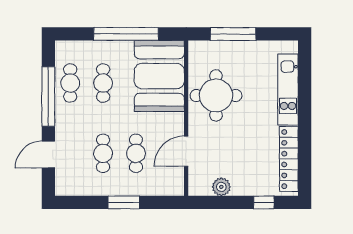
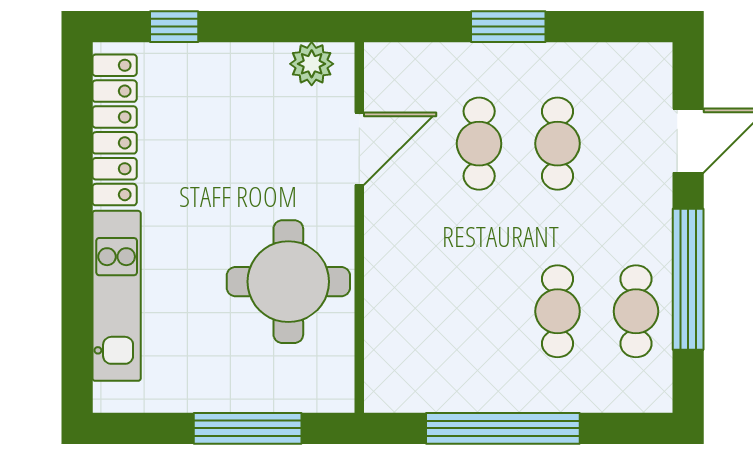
booth: (159, 76) -> (423, 328), removed
plant: (221, 187) -> (312, 64), moved

